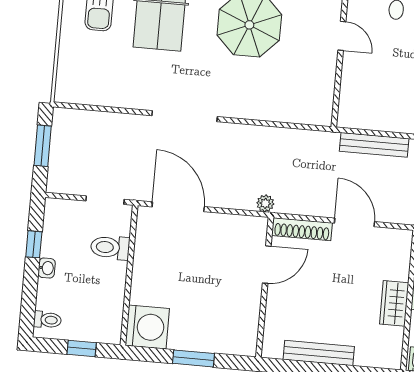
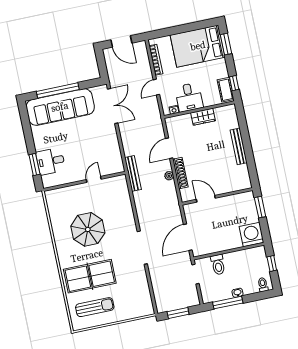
door: (342, 36) -> (94, 179), moved
bench: (374, 145) -> (133, 173), moved
plant: (265, 203) -> (169, 176), moved
window: (34, 244) -> (228, 303), width x2.17
door: (267, 265) -> (206, 199), moved
wall: (265, 287) -> (217, 196), moved

